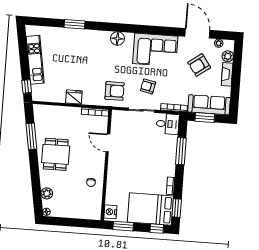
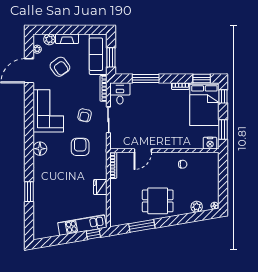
kitchen unit: (35, 60) -> (82, 225), moved
armchair: (114, 91) -> (80, 147), moved

